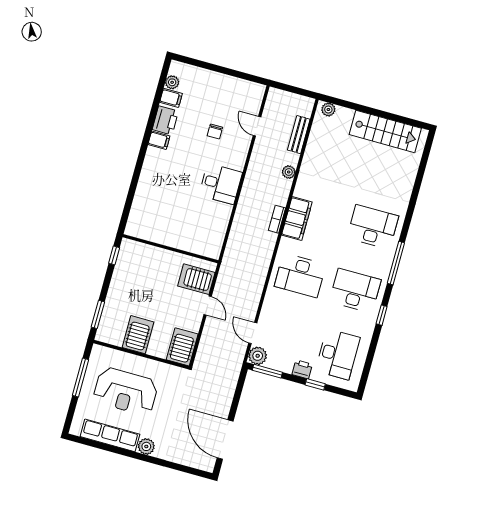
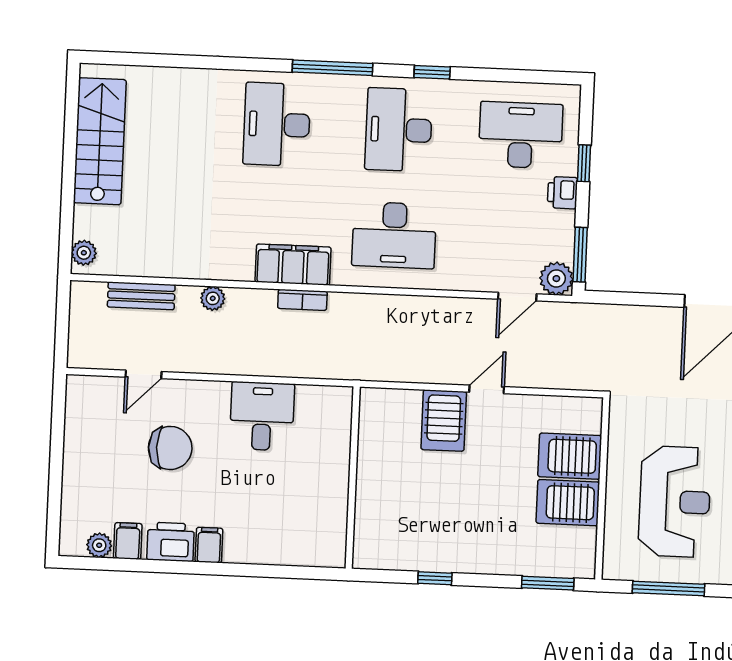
chair: (215, 132) -> (170, 448), width x1.87, depth x1.87
wall: (170, 249) -> (353, 478), moved
desk: (300, 275) -> (394, 235), turned 90
server rack: (182, 347) -> (570, 456), moved

